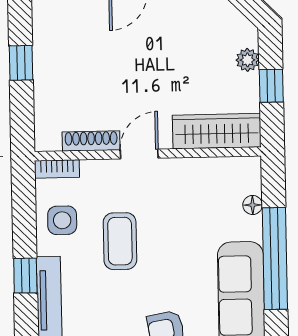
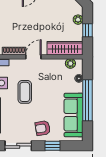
plant: (231, 169) -> (70, 63), added

